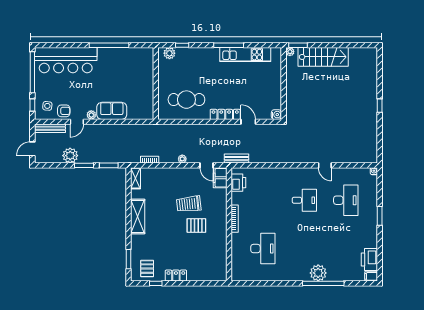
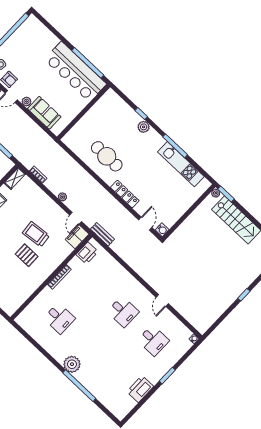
plant: (169, 53) -> (144, 127), moved
bar counter: (66, 60) -> (75, 72), moved
wall: (156, 83) -> (83, 112), moved
door: (248, 122) -> (145, 224), moved
desk: (346, 200) -> (153, 340), width x0.73
desk: (263, 249) -> (59, 318), width x0.73
printer: (369, 260) -> (140, 389), moved
plant: (318, 273) -> (72, 364), moved
filing cabinet: (371, 276) -> (119, 414), removed

